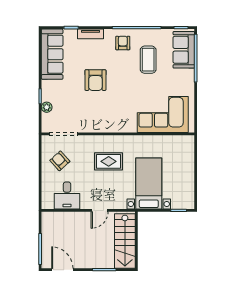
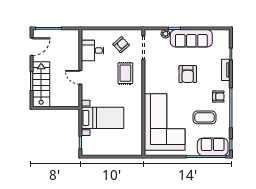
sofa: (52, 54) -> (191, 38), moved
armchair: (95, 80) -> (188, 74), turned -90
corner sofa: (163, 115) -> (165, 122), width x1.36, depth x1.36
rug: (109, 161) -> (125, 73), moved
stairs: (125, 241) -> (41, 84), moved, turned 90

